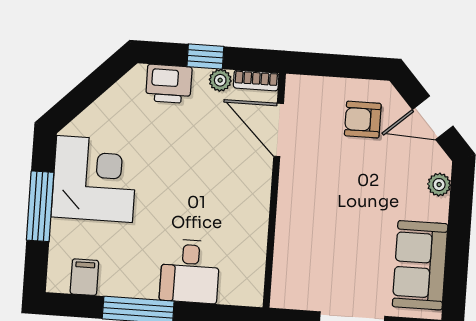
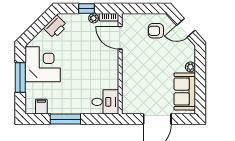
printer: (169, 84) -> (55, 27), moved, turned -45
plant: (439, 185) -> (190, 67), moved
desk: (190, 271) -> (105, 102), moved, turned -90

